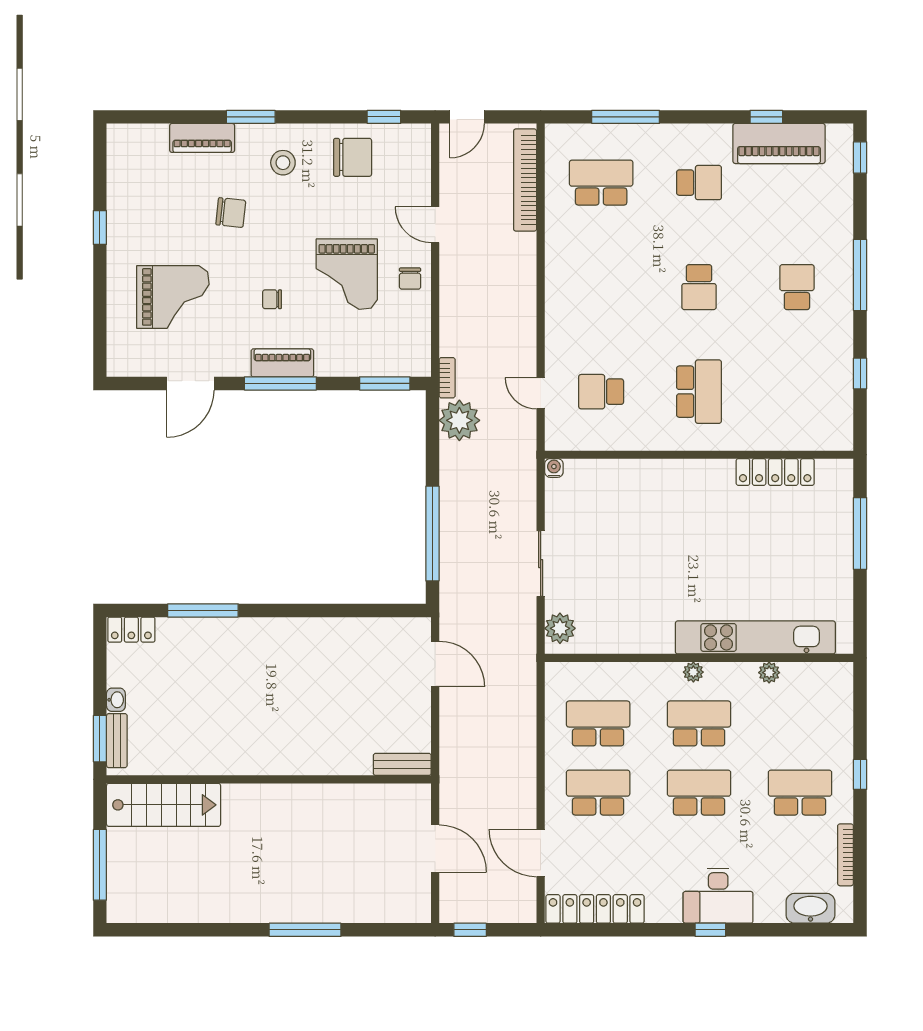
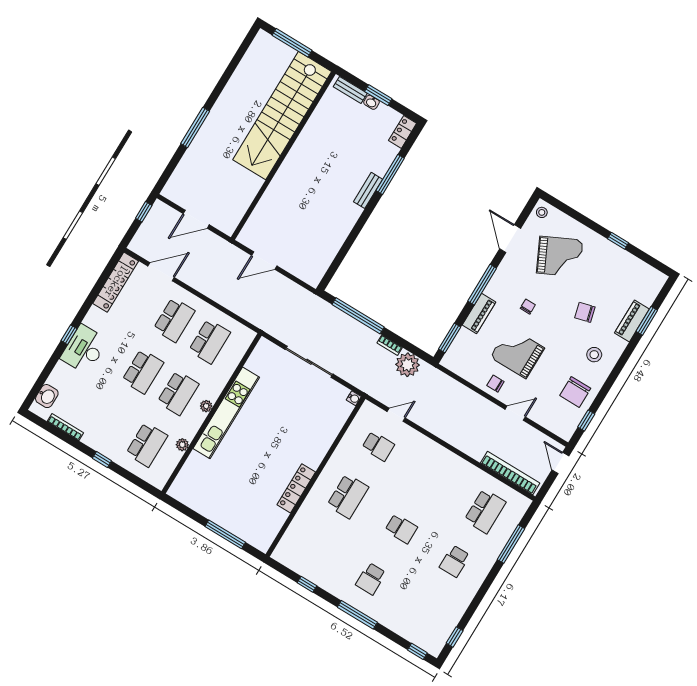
window: (251, 117) -> (647, 321), moved
window: (766, 117) -> (455, 637), moved
piano: (779, 143) -> (450, 614), removed
chair: (231, 213) -> (585, 312), turned 69
school desk: (699, 287) -> (401, 529), turned 180
school desk: (797, 287) -> (371, 579), turned 90
grand piano: (173, 297) -> (560, 257), turned -116
stool: (125, 361) -> (542, 212), added
piano: (282, 363) -> (479, 314), moved
bookcase: (447, 378) -> (390, 345), moved
school desk: (601, 392) -> (378, 446), turned 90
school desk: (699, 392) -> (348, 496), turned -90
locker: (775, 472) -> (296, 488), moved
sliding door: (541, 564) -> (309, 362), width x1.37
plant: (560, 628) -> (270, 352), removed
kitchen unit: (755, 637) -> (226, 413), moved
door: (435, 664) -> (264, 261), moved
window: (100, 739) -> (378, 95), moved
bench: (402, 764) -> (368, 190), moved
school desk: (800, 793) -> (147, 445), moved
stairs: (164, 805) -> (282, 116), width x1.86, depth x1.51
washbasin: (810, 908) -> (47, 396), width x0.72

